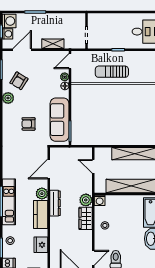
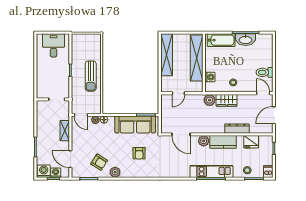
washing machine: (100, 200) -> (210, 77), moved
dresser: (55, 203) -> (237, 129), moved

